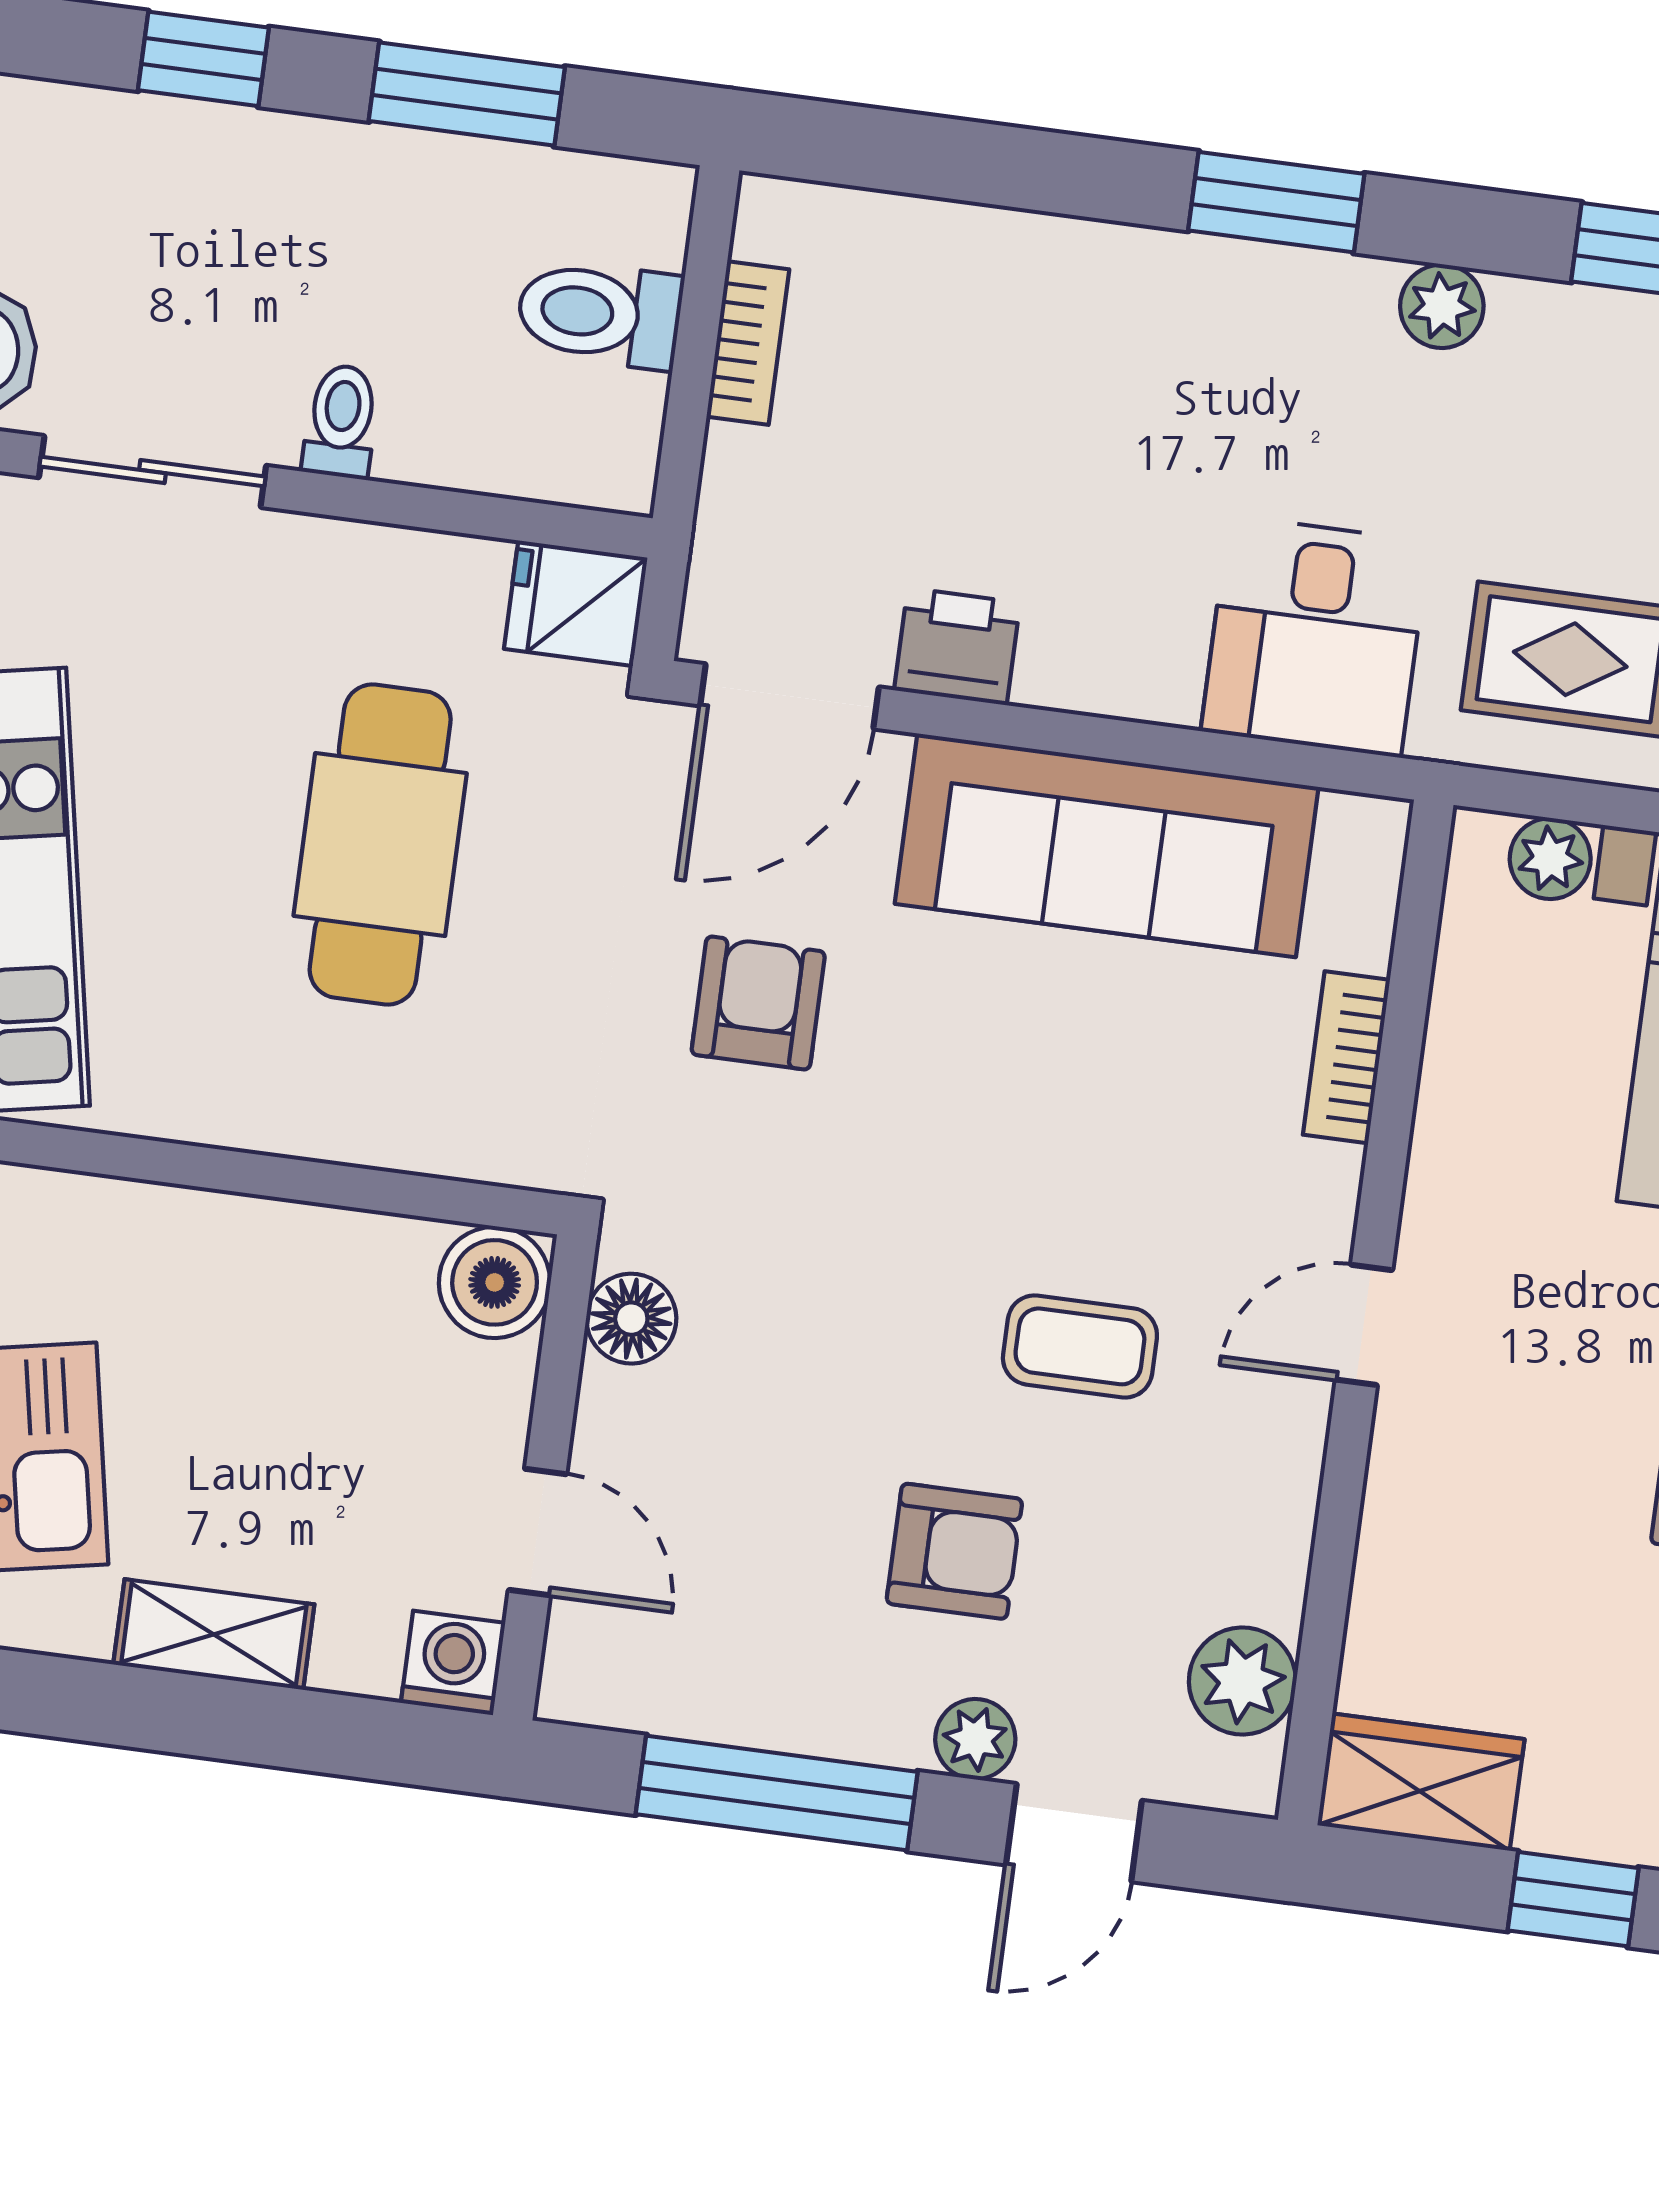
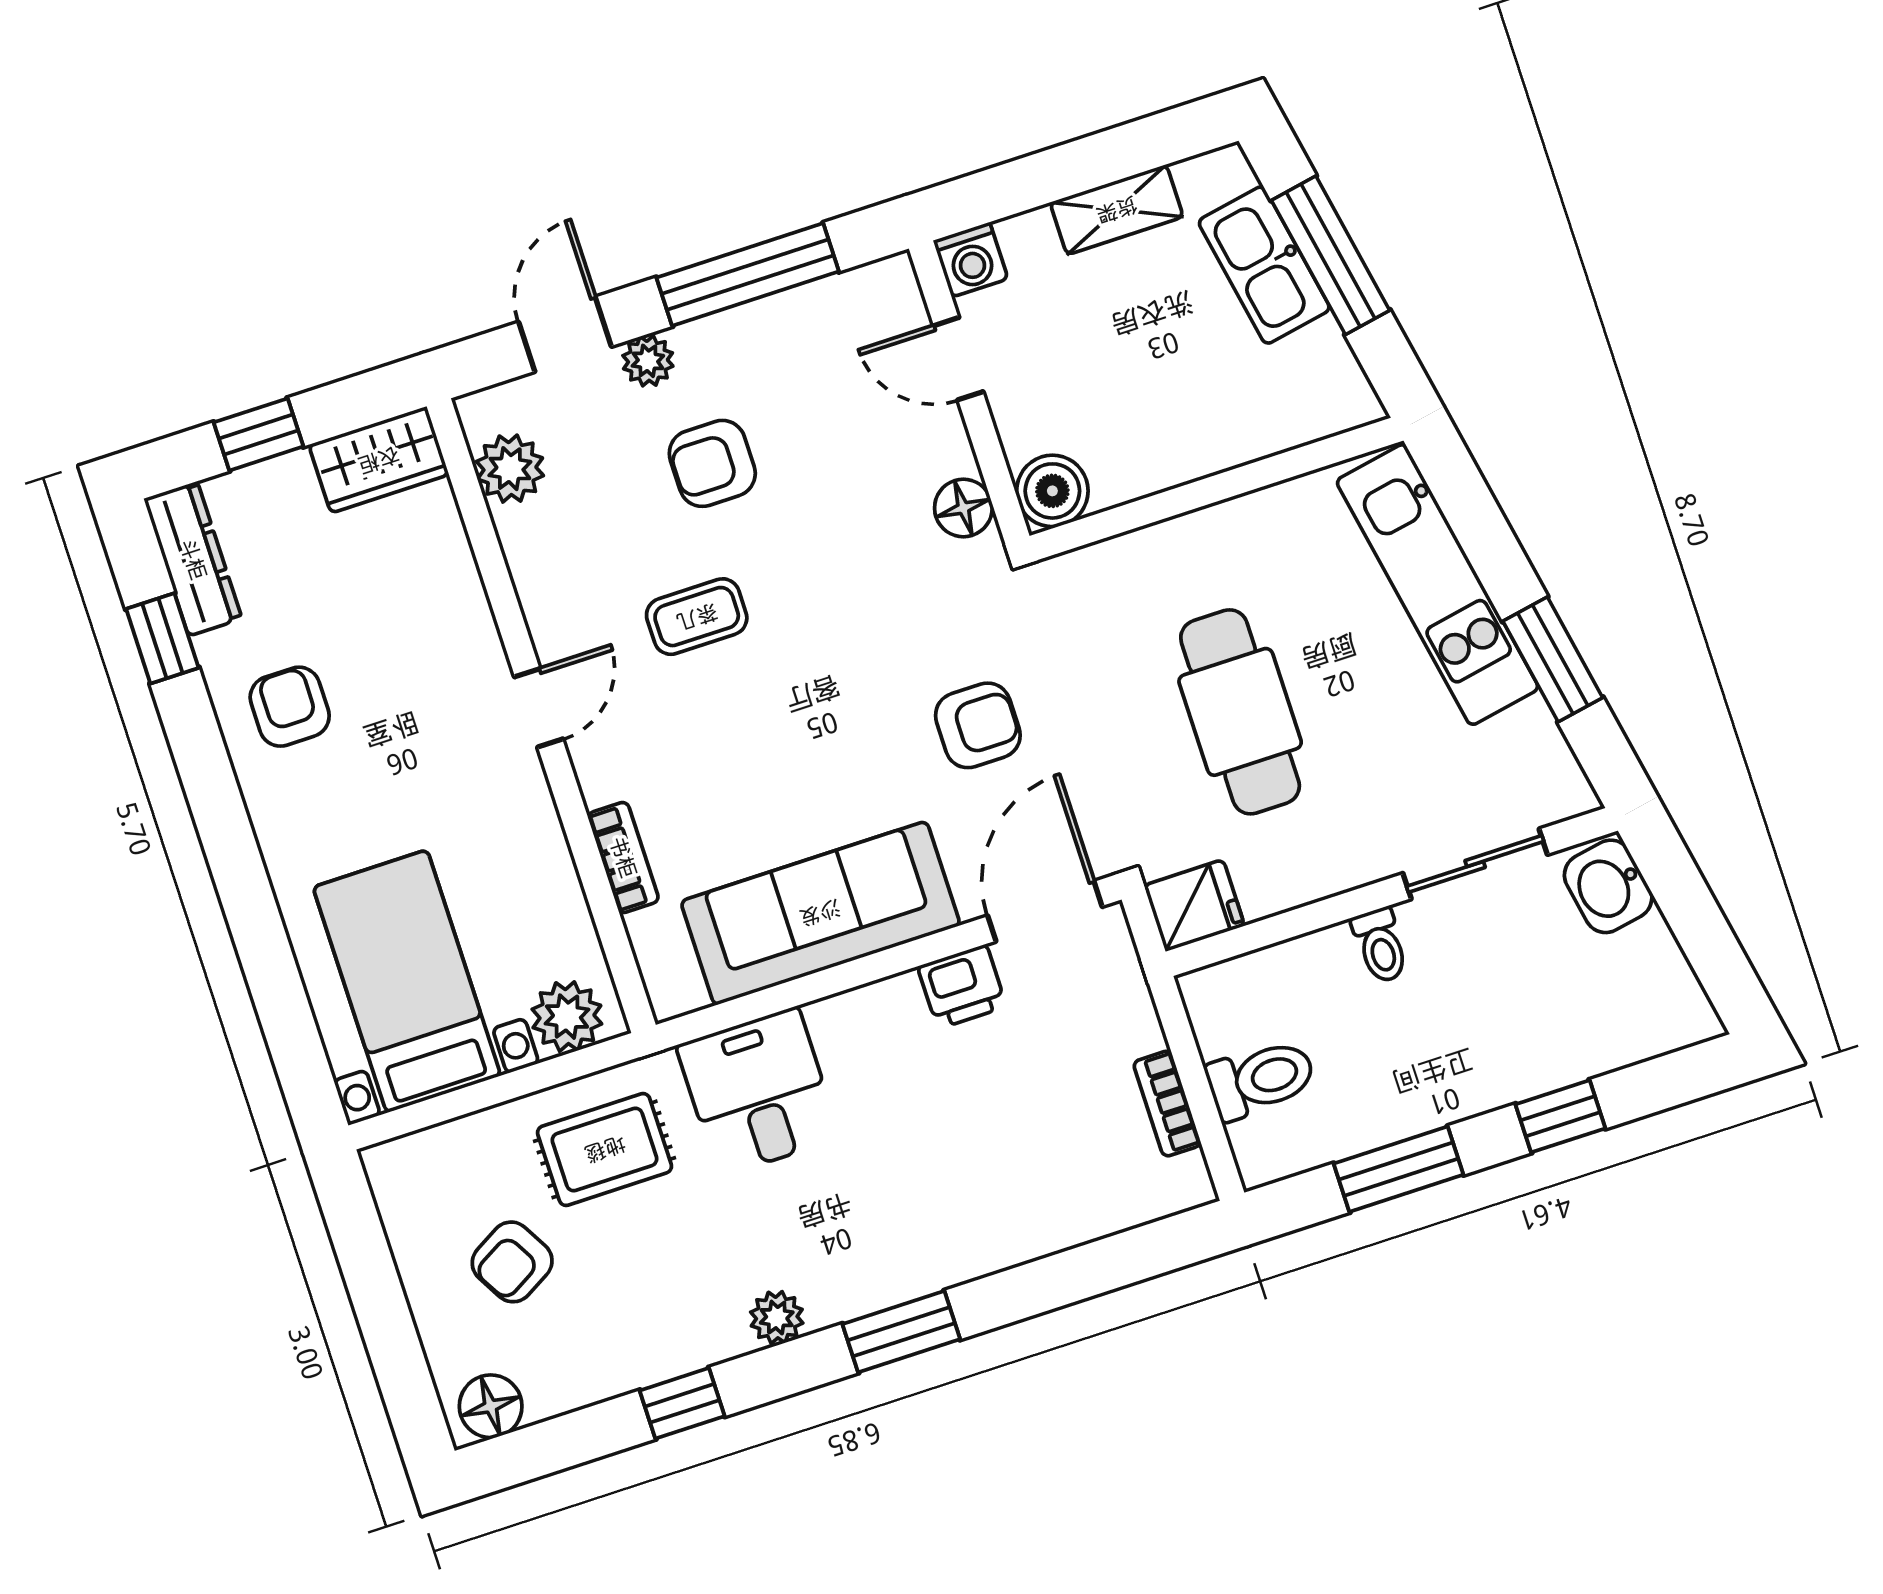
plant: (1550, 859) -> (567, 1017), width x1.38, depth x1.38
armchair: (758, 1003) -> (978, 725), turned -90

